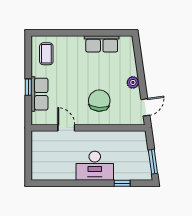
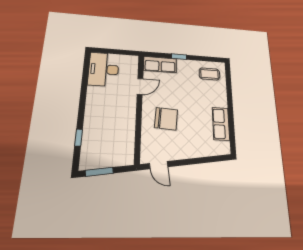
plant: (133, 82) -> (184, 153), removed
row of seats: (39, 94) -> (160, 64), moved
desk: (95, 166) -> (104, 69), moved

